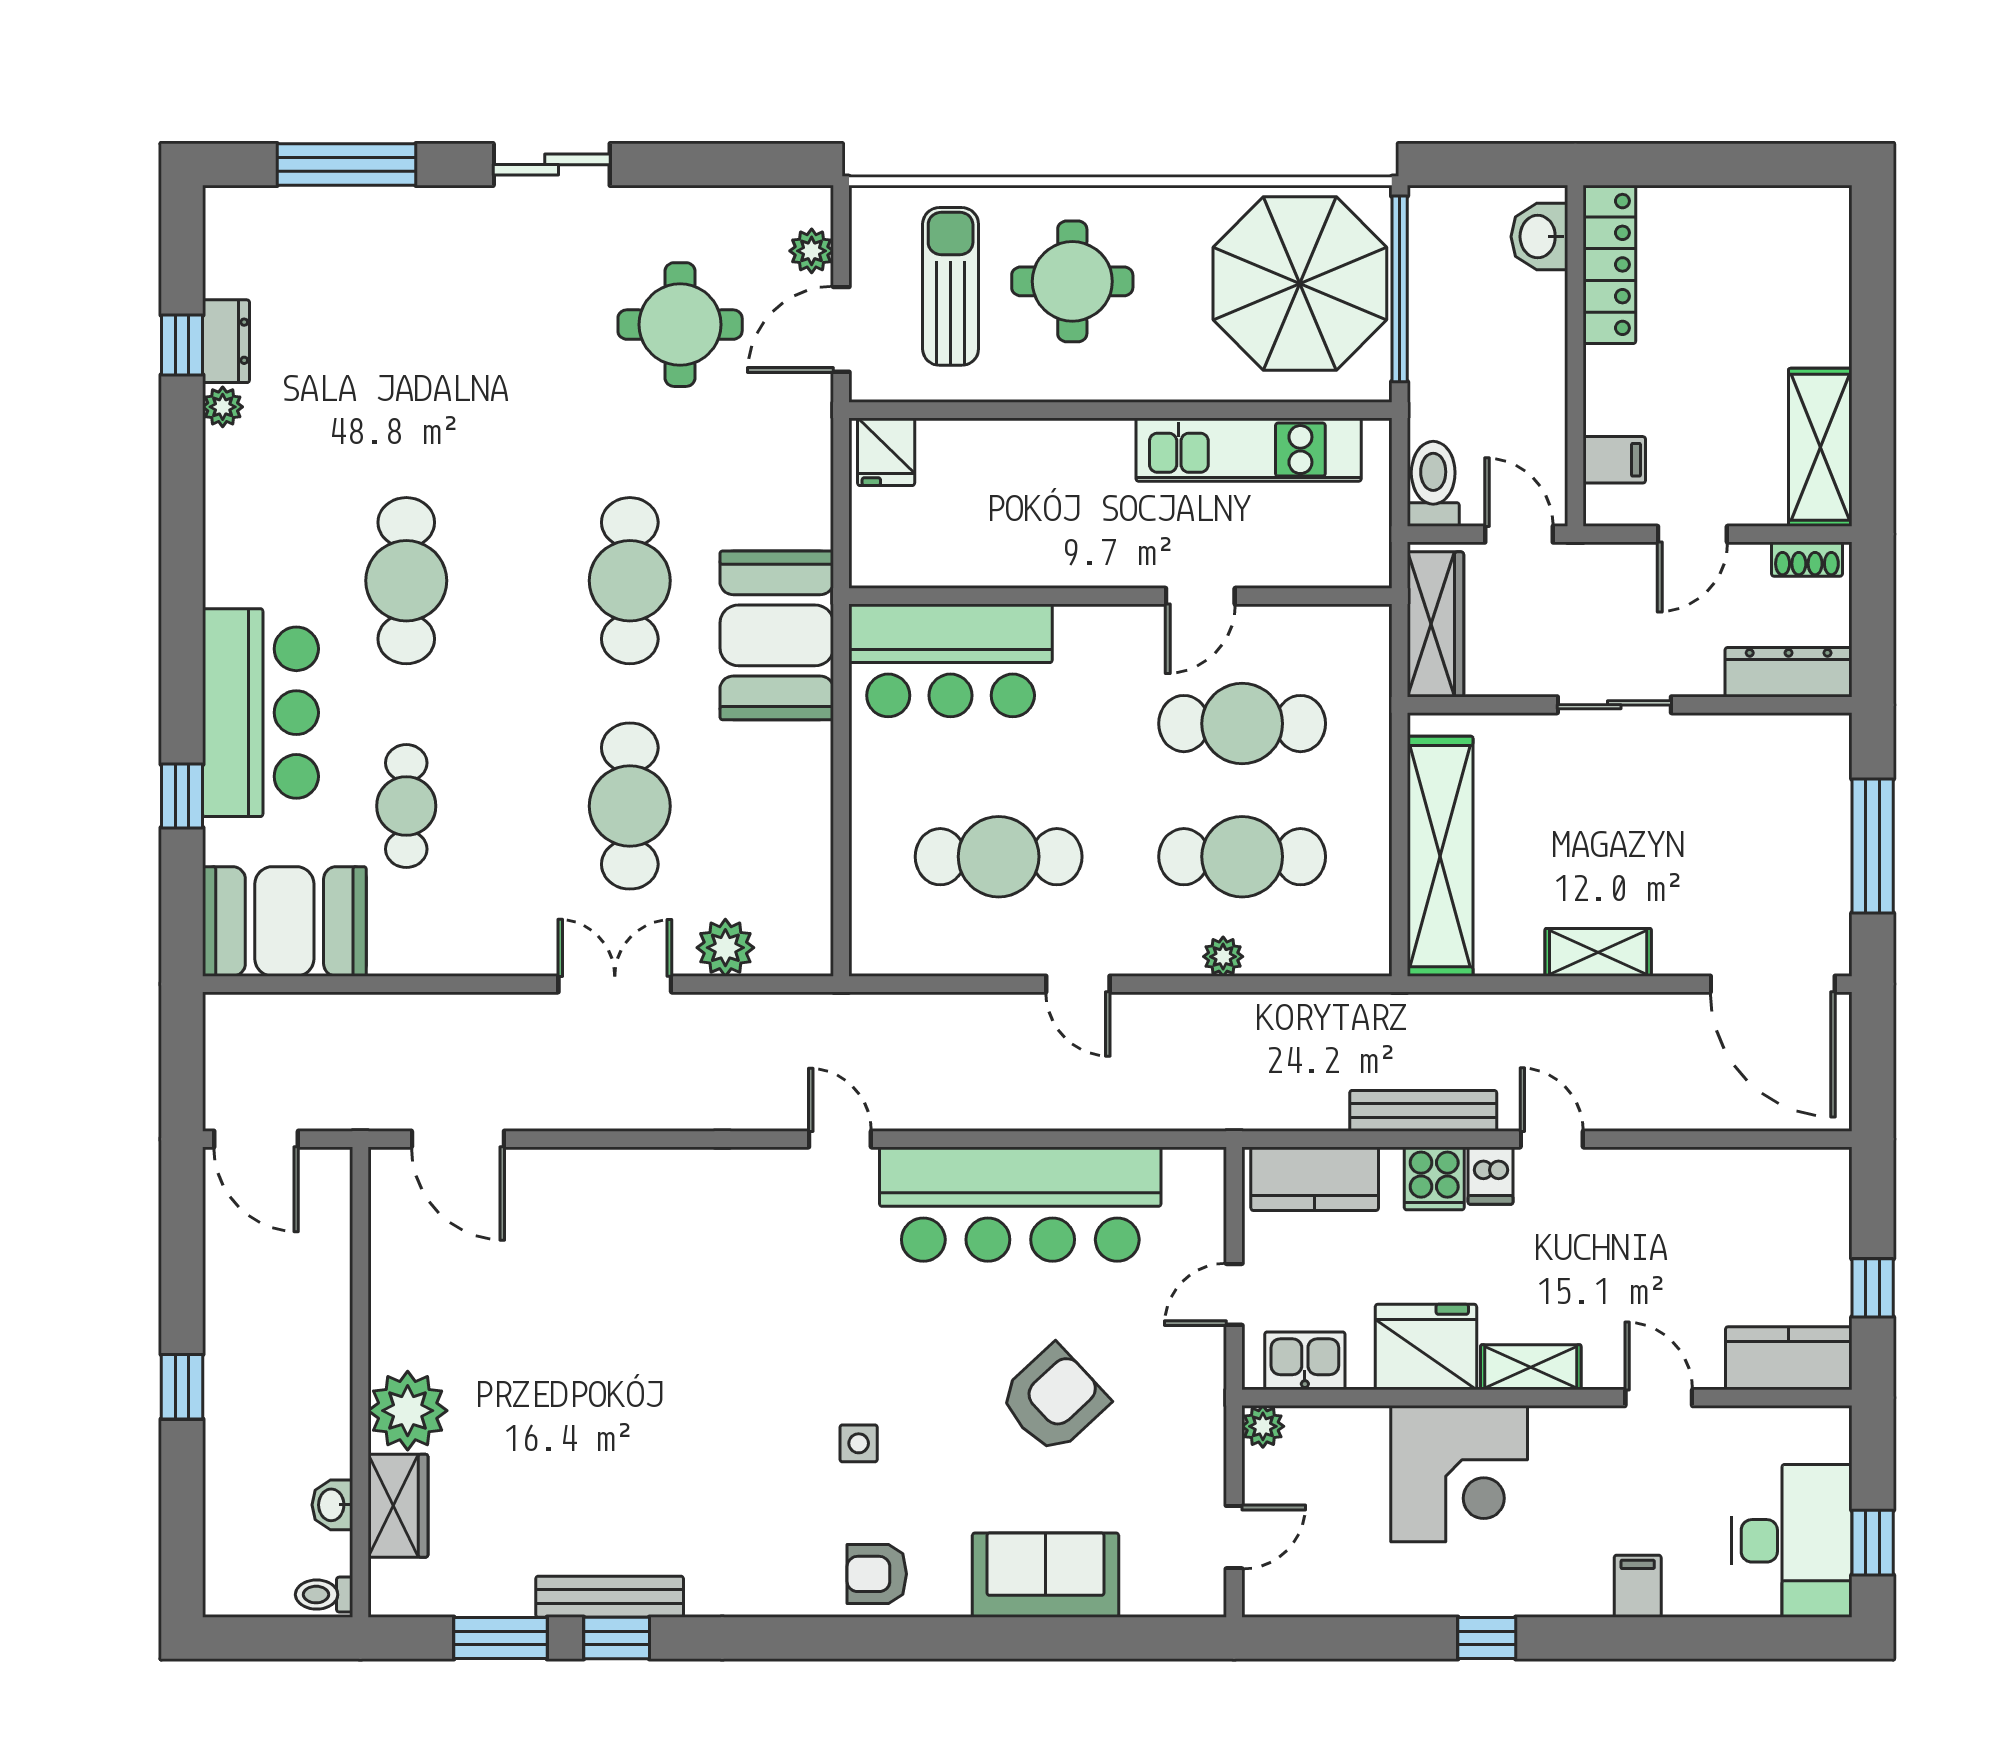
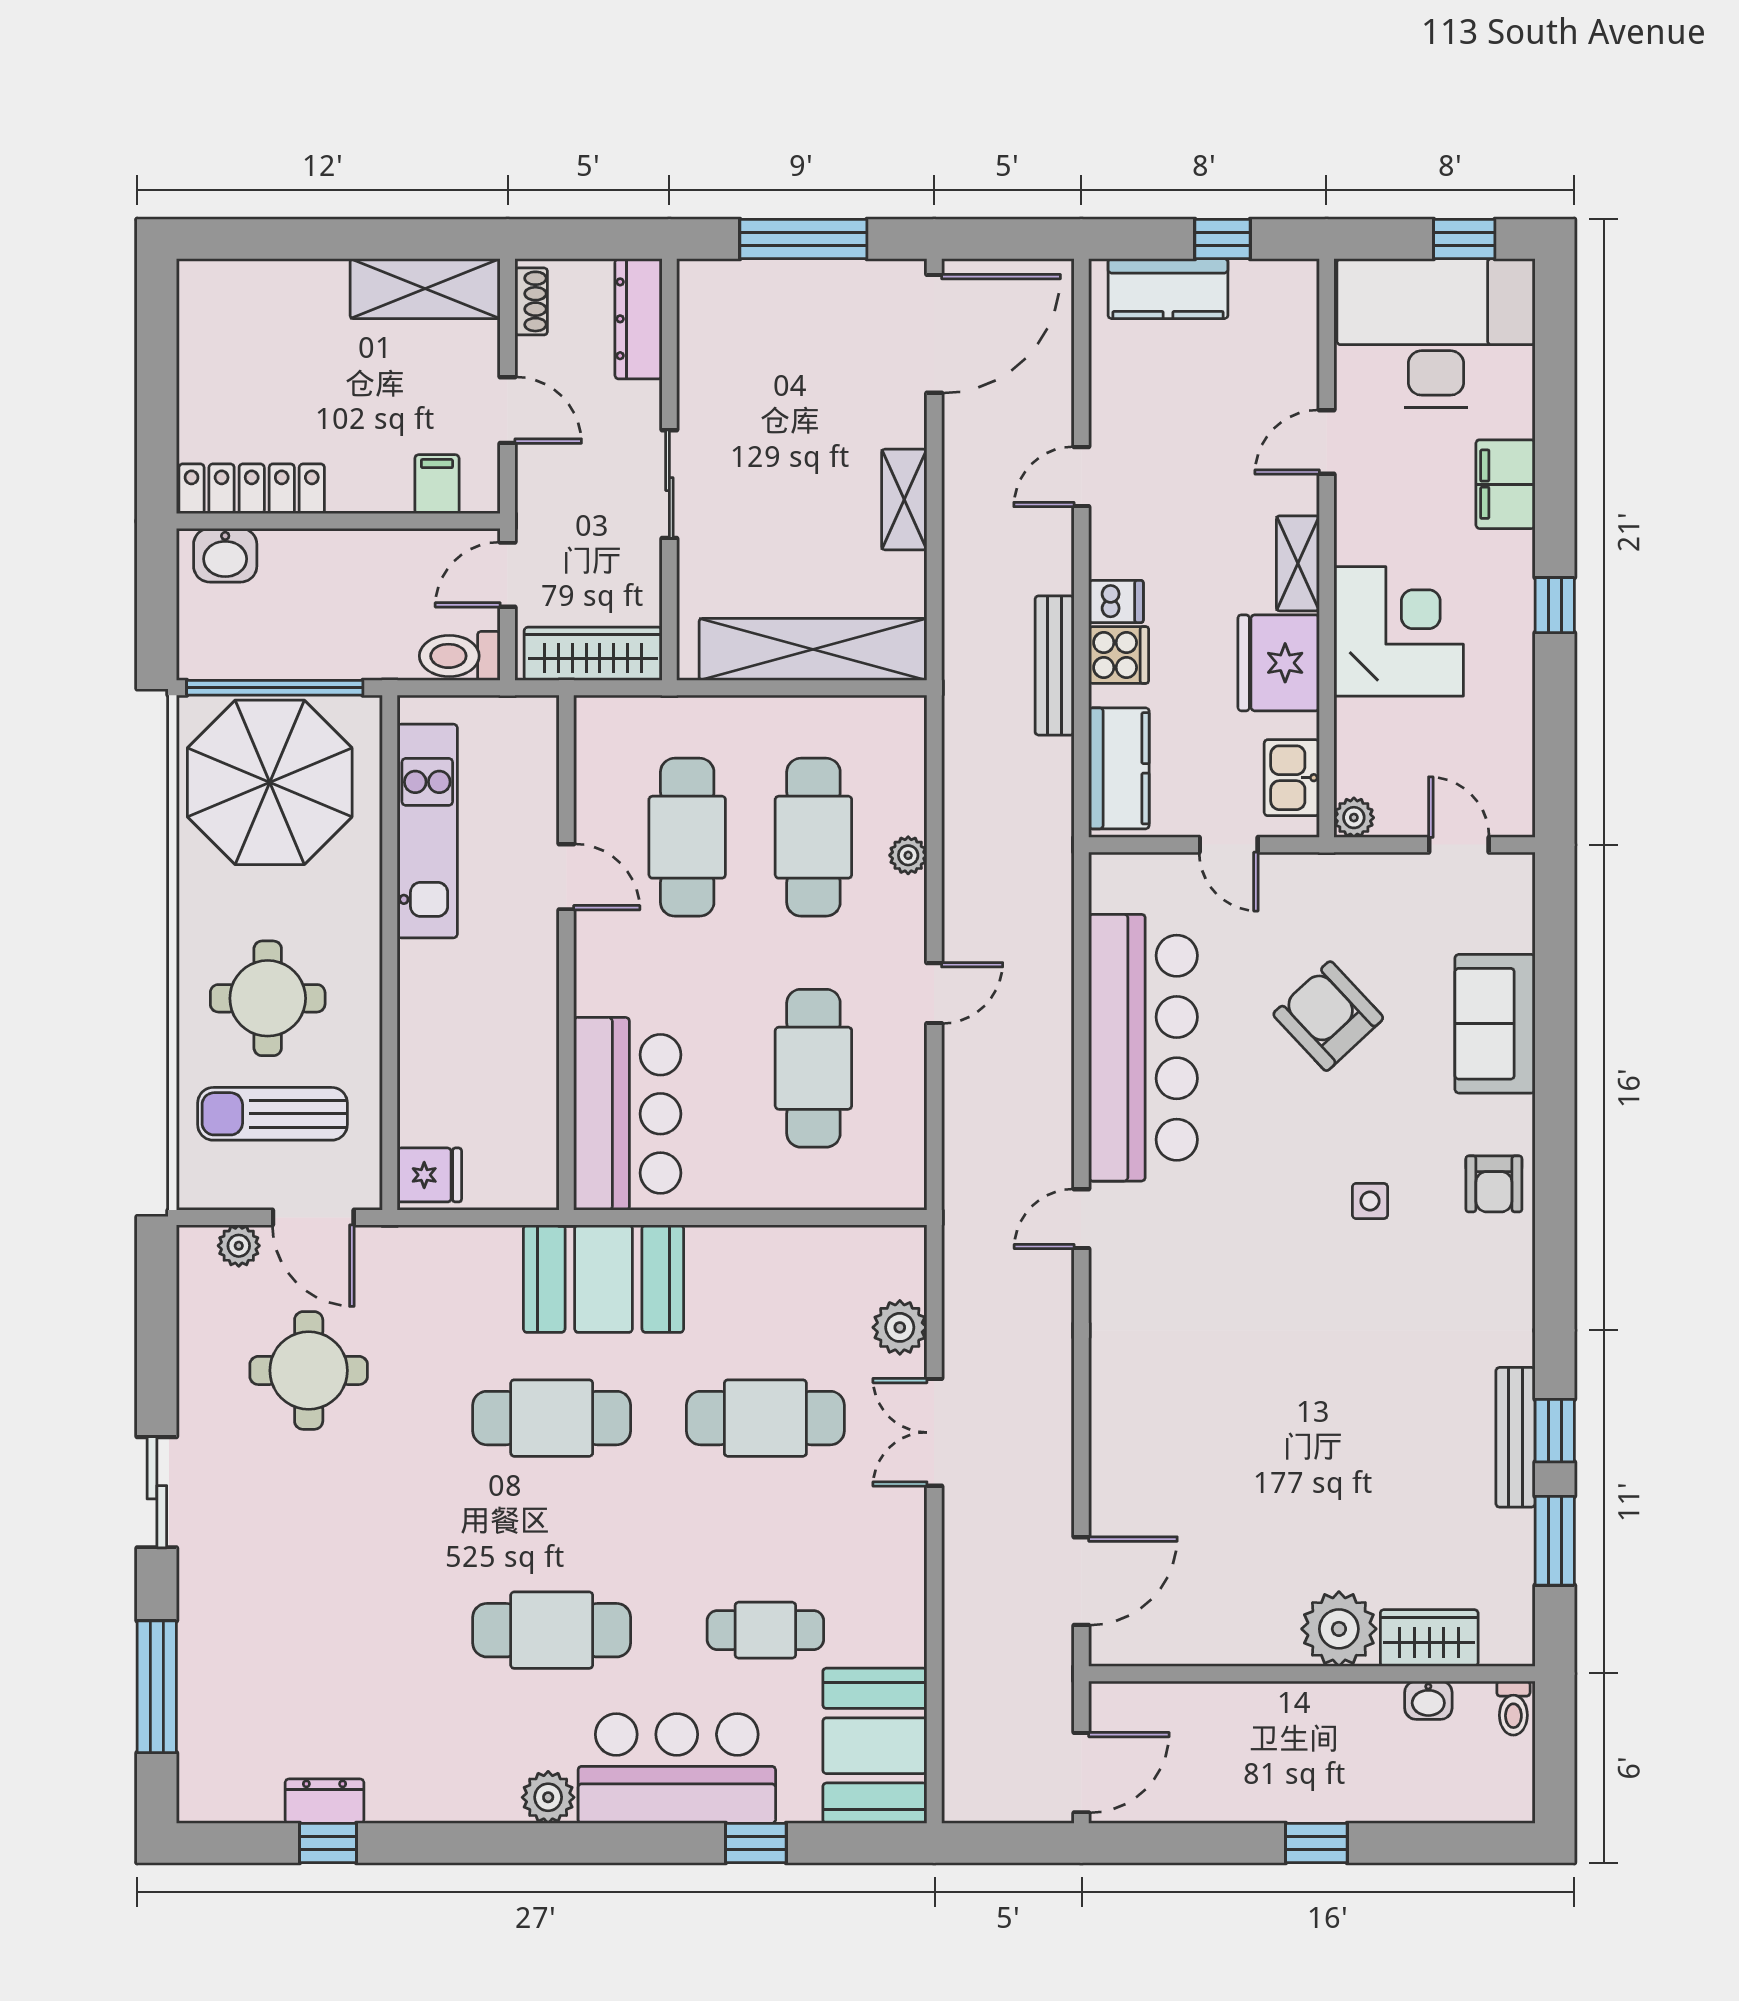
plant: (223, 407) -> (548, 1797), moved, width x1.38, depth x1.38
door: (1552, 1139) -> (1081, 477), moved
kitchen counter: (1789, 1358) -> (1168, 289), moved, turned -90
desk: (1792, 1541) -> (1436, 333), width x1.36, depth x1.30
filing cabinet: (1638, 1586) -> (1506, 484), width x2.00

